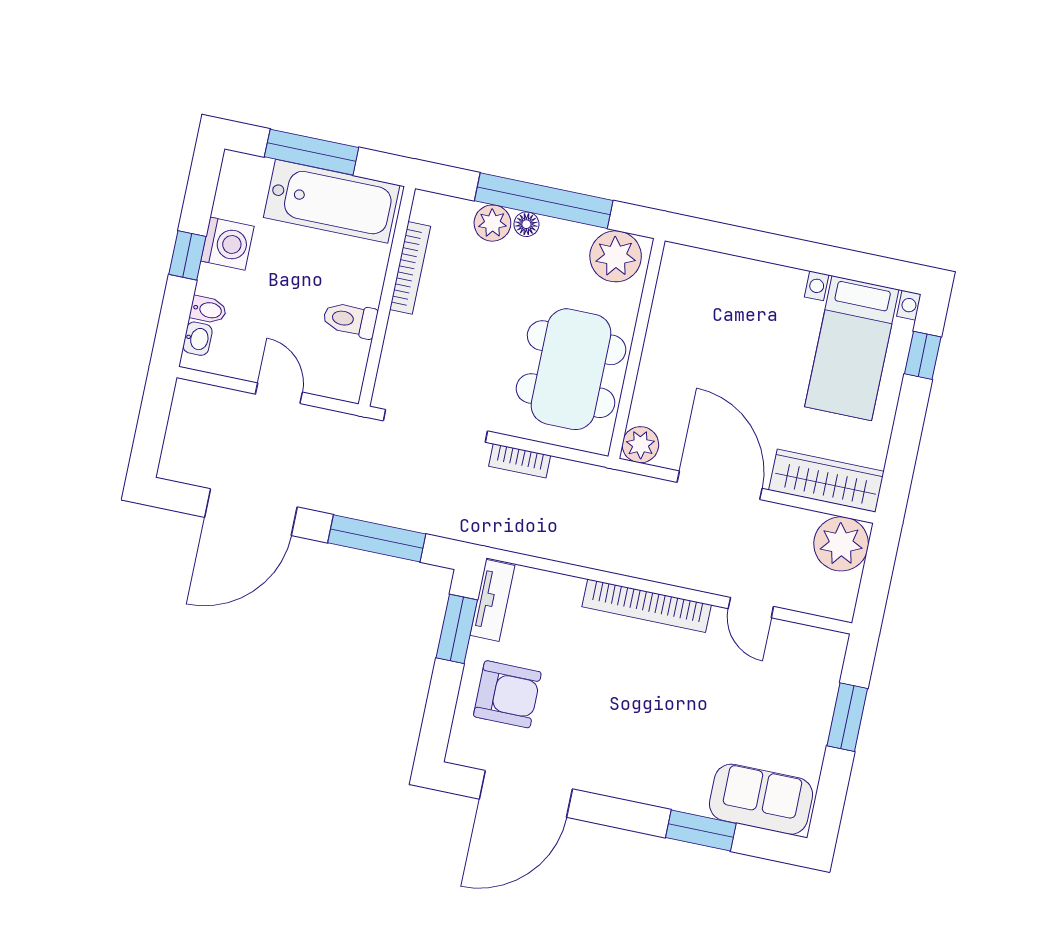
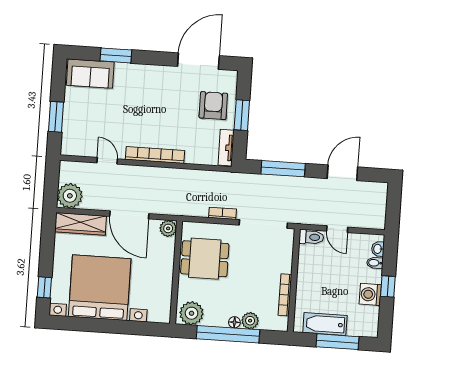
bathtub: (332, 201) -> (325, 324), width x0.73, depth x0.73
toilet: (350, 320) -> (311, 237), moved
bed with nightstands: (852, 348) -> (100, 288), width x1.85
dining table: (571, 369) -> (205, 259), width x0.73
door: (251, 512) -> (342, 173), width x0.73
window: (457, 629) -> (242, 115), moved
armchair: (507, 694) -> (213, 106), turned 90

